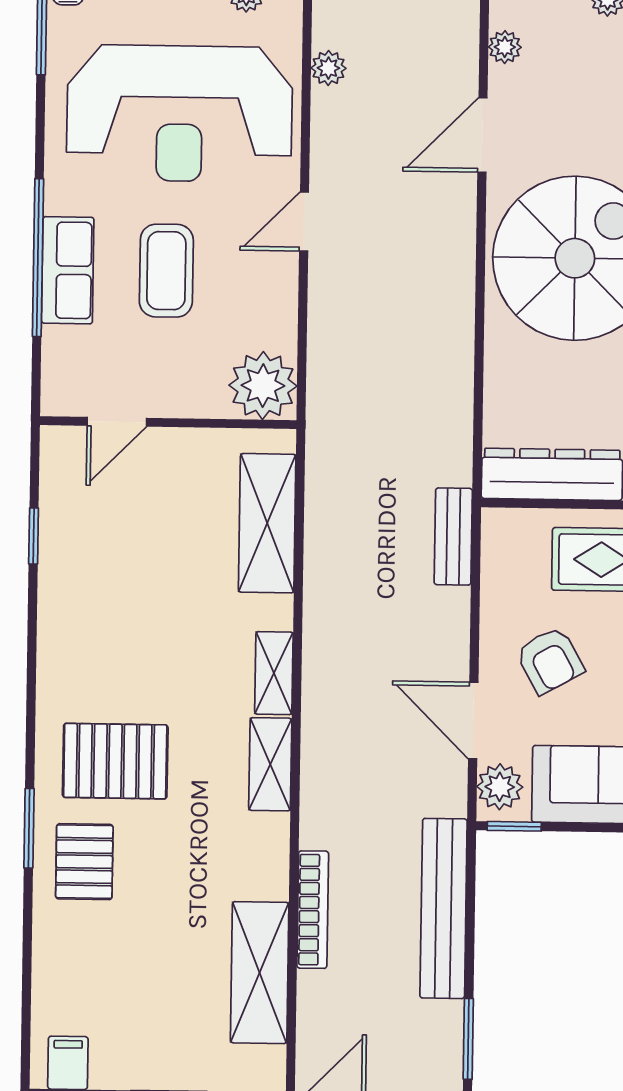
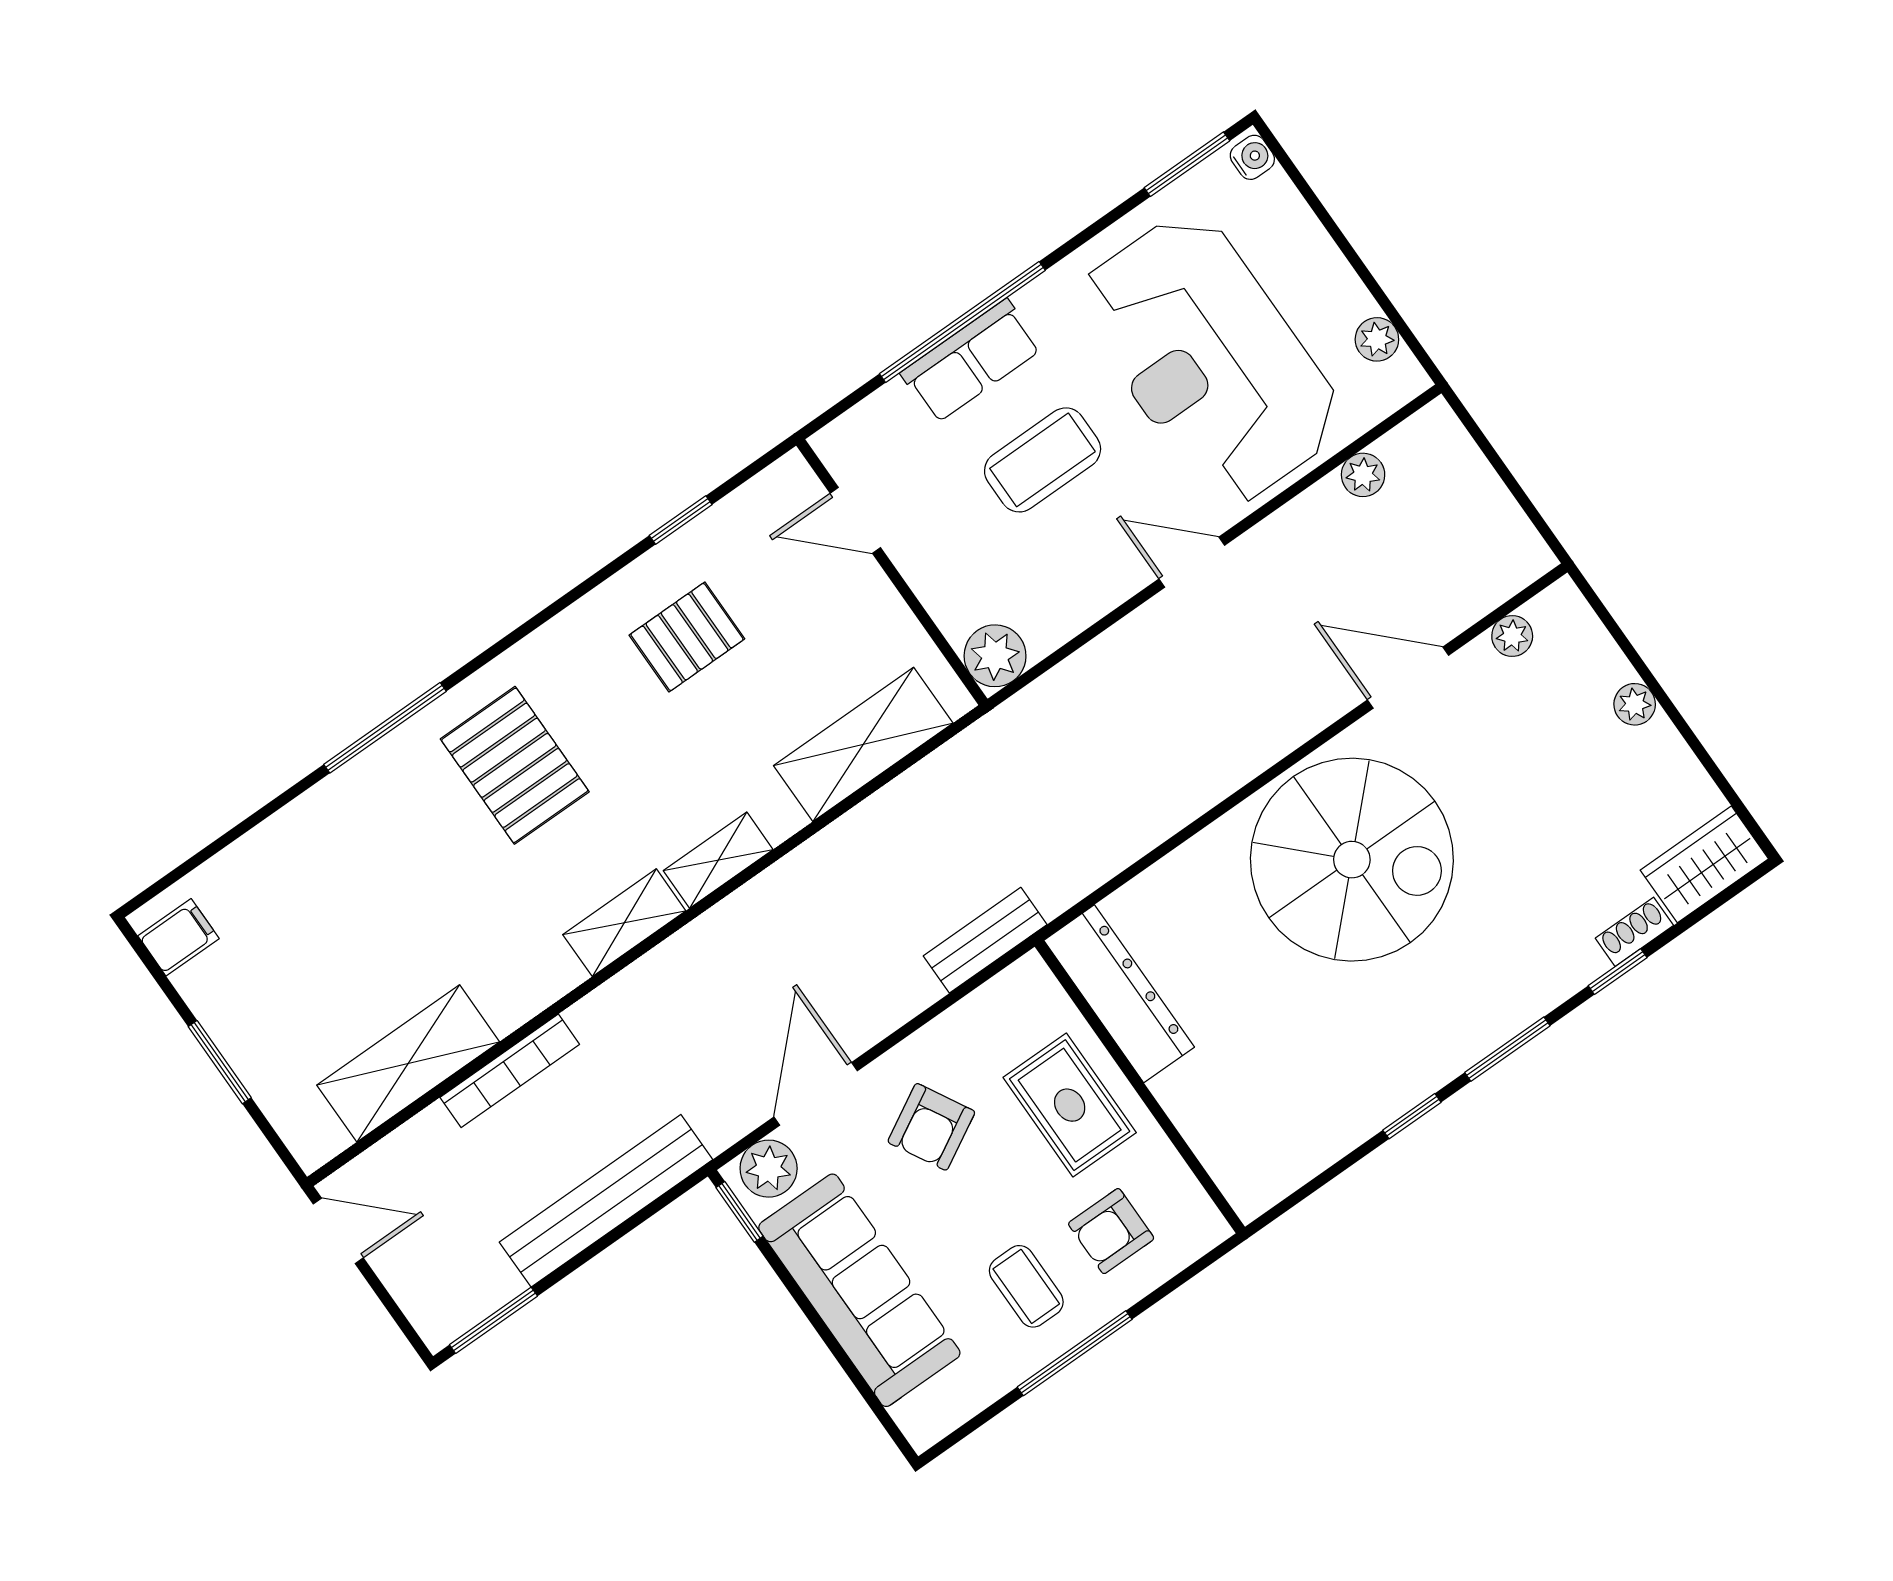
plant: (263, 386) -> (995, 656), width x0.73, depth x0.73
window: (29, 828) -> (385, 728), width x1.44
pallet: (84, 862) -> (687, 637), moved

